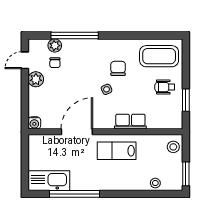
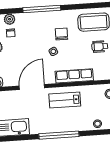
window: (75, 36) -> (42, 9), moved
row of seats: (130, 122) -> (74, 76), width x1.48
window: (75, 194) -> (59, 135), moved

